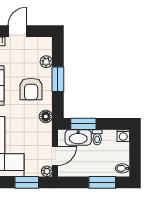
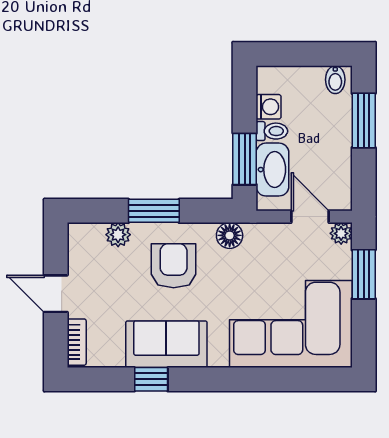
armchair: (31, 89) -> (174, 266), turned -90
washing machine: (123, 136) -> (269, 107), moved

